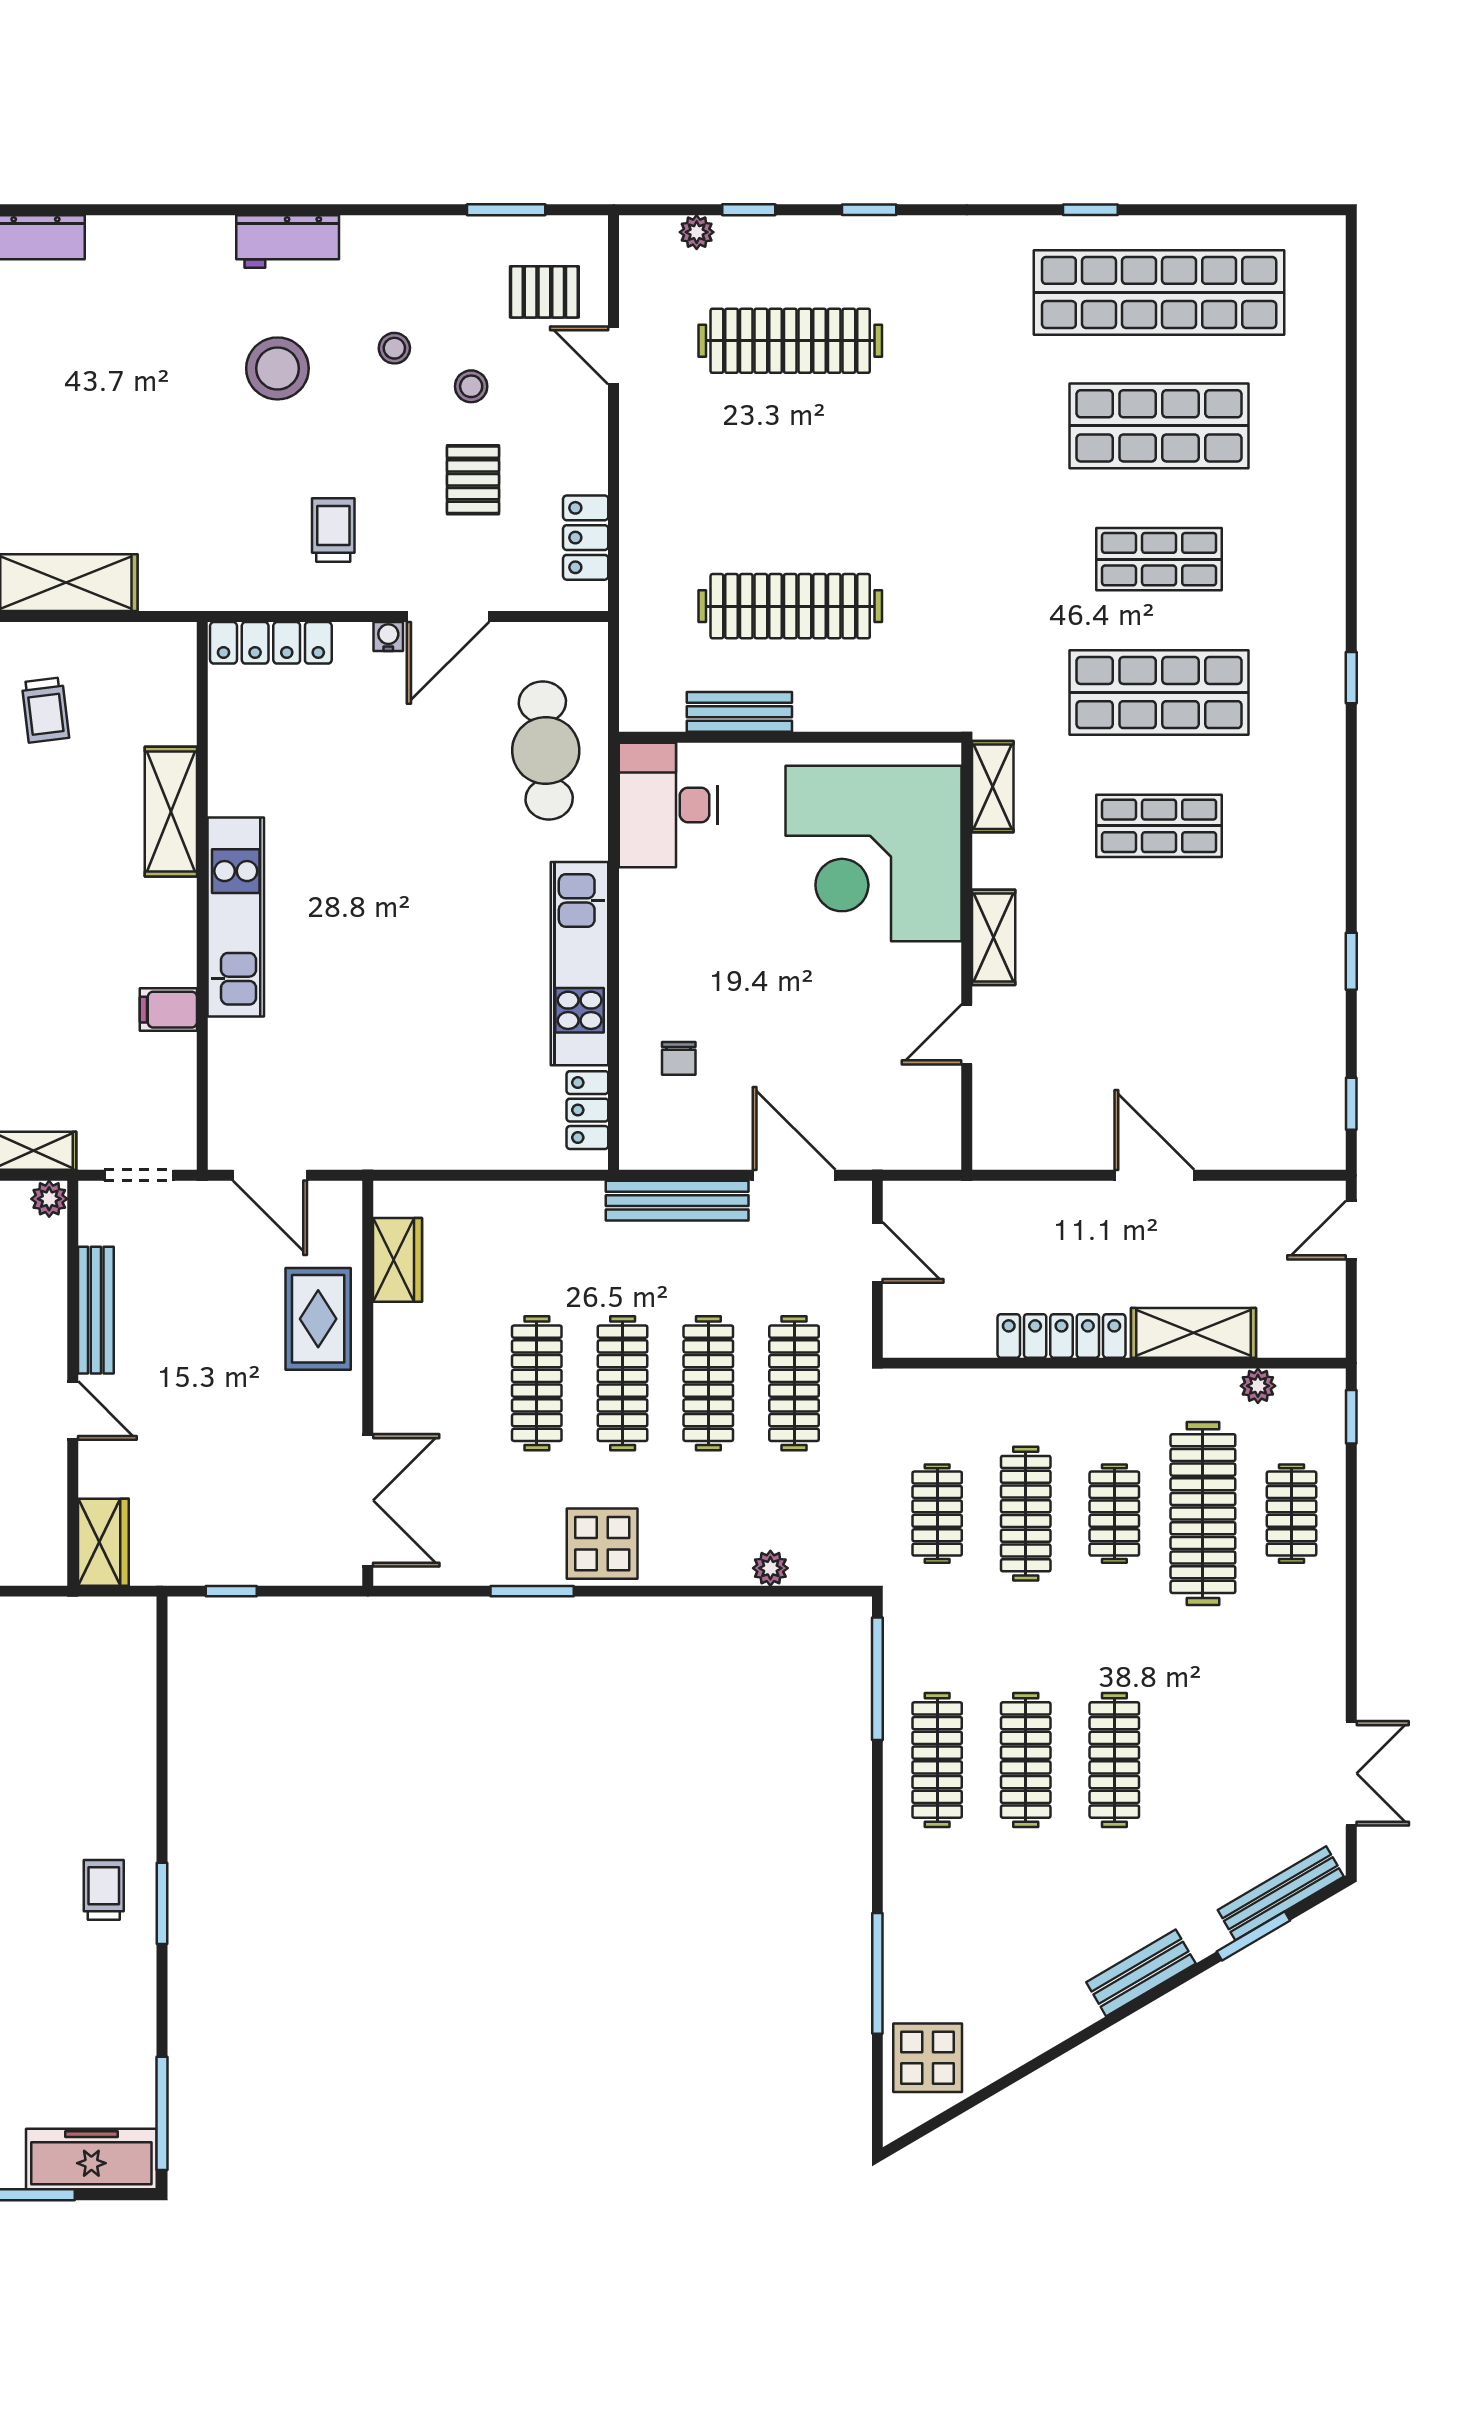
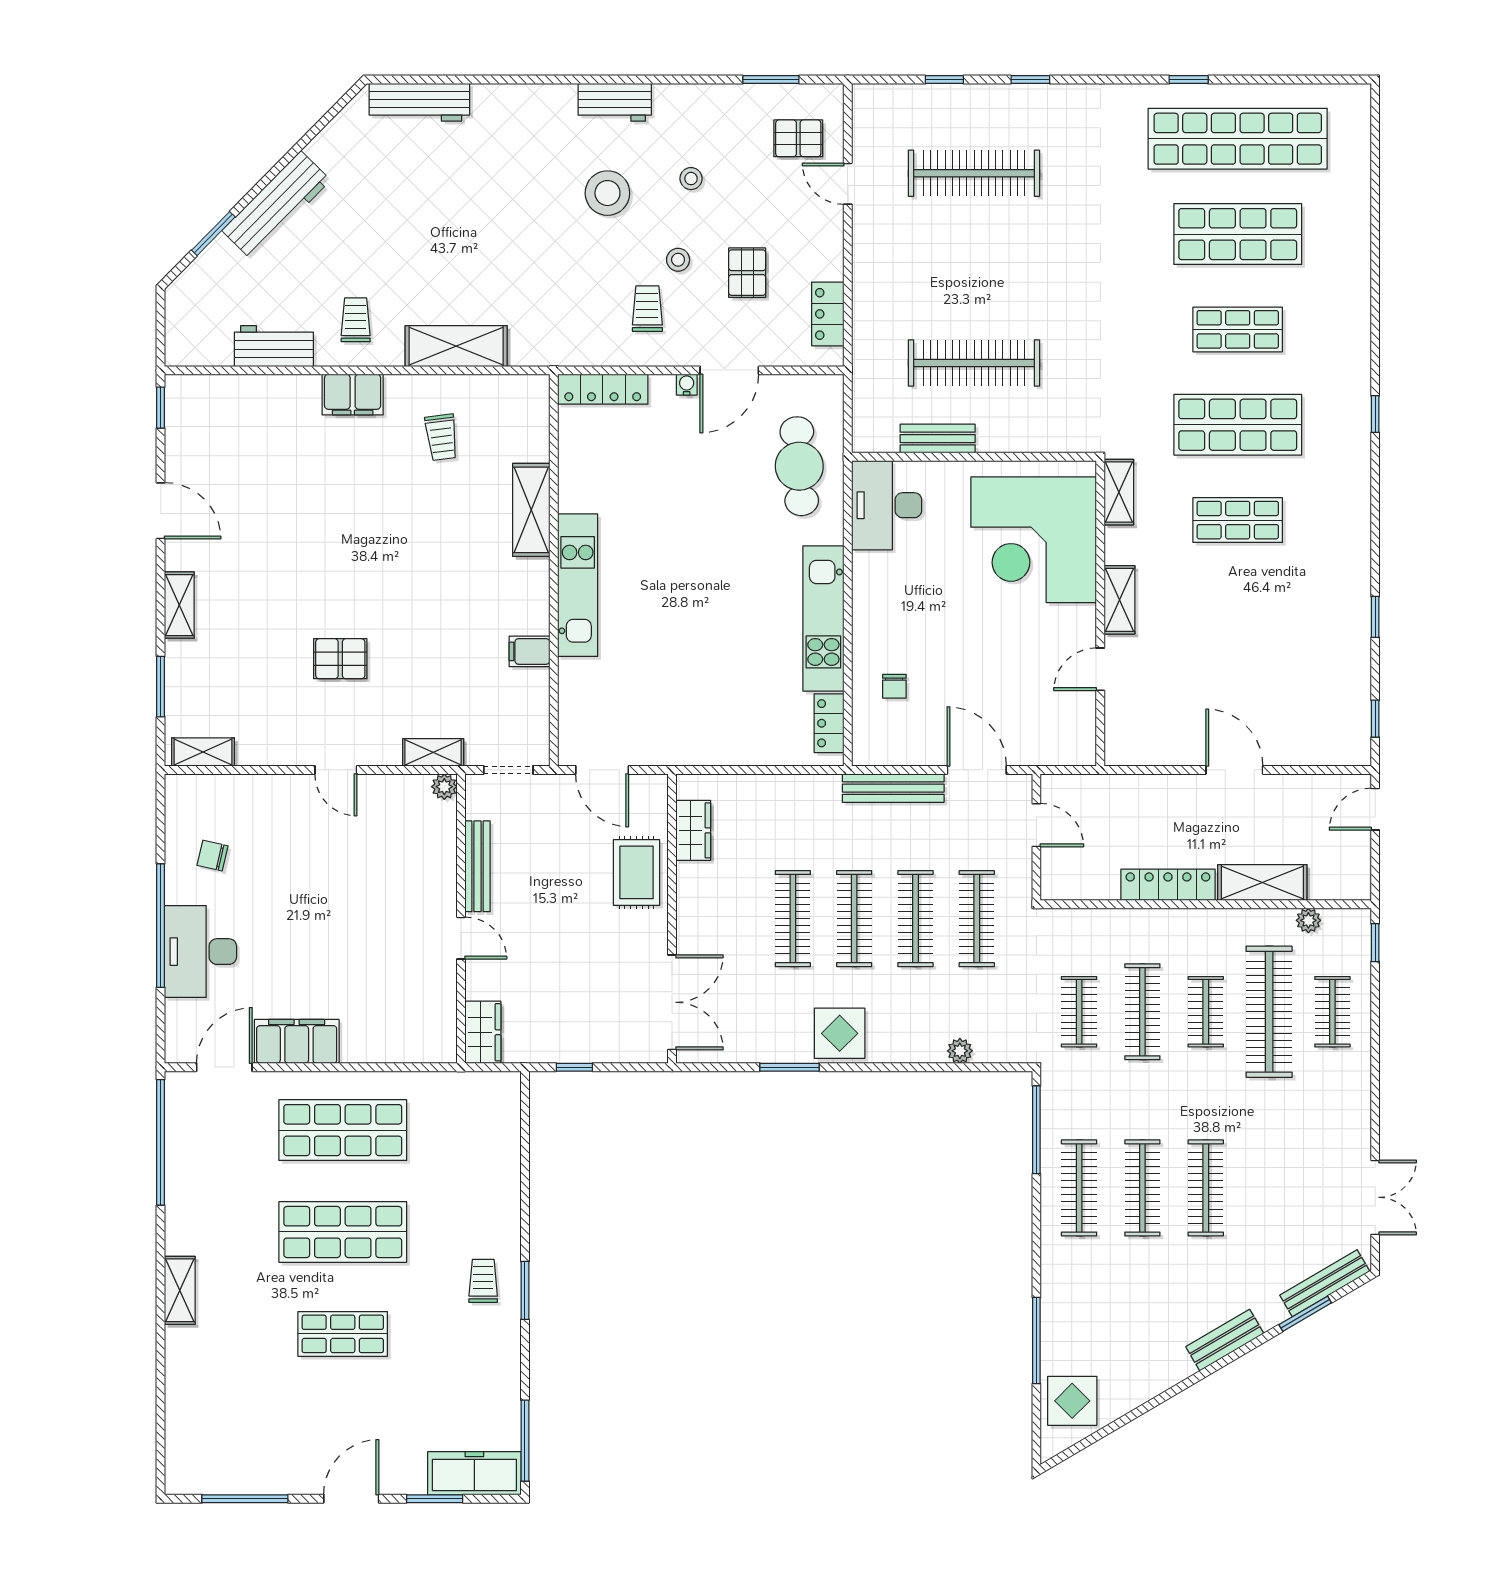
plant: (697, 232) -> (907, 96), removed
stool: (471, 386) -> (678, 260), moved

